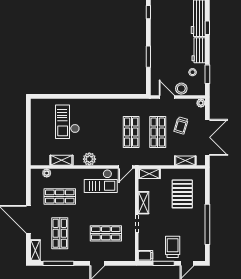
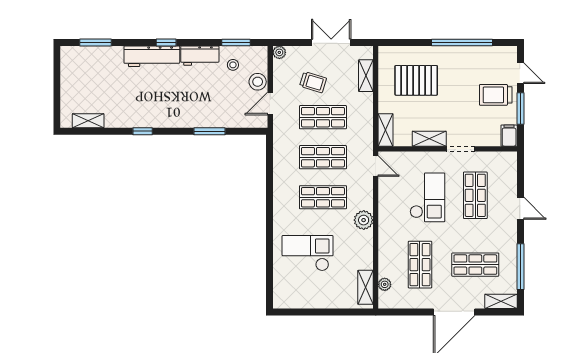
checkout: (67, 122) -> (308, 253), turned 180
shop shelf: (105, 132) -> (323, 197), added
double door: (207, 137) -> (331, 43), width x0.73
shelving: (61, 160) -> (365, 287), moved
checkout: (101, 181) -> (427, 197), moved

